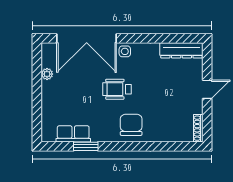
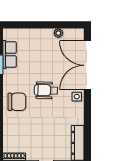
wheelchair: (117, 89) -> (46, 90), turned -88

